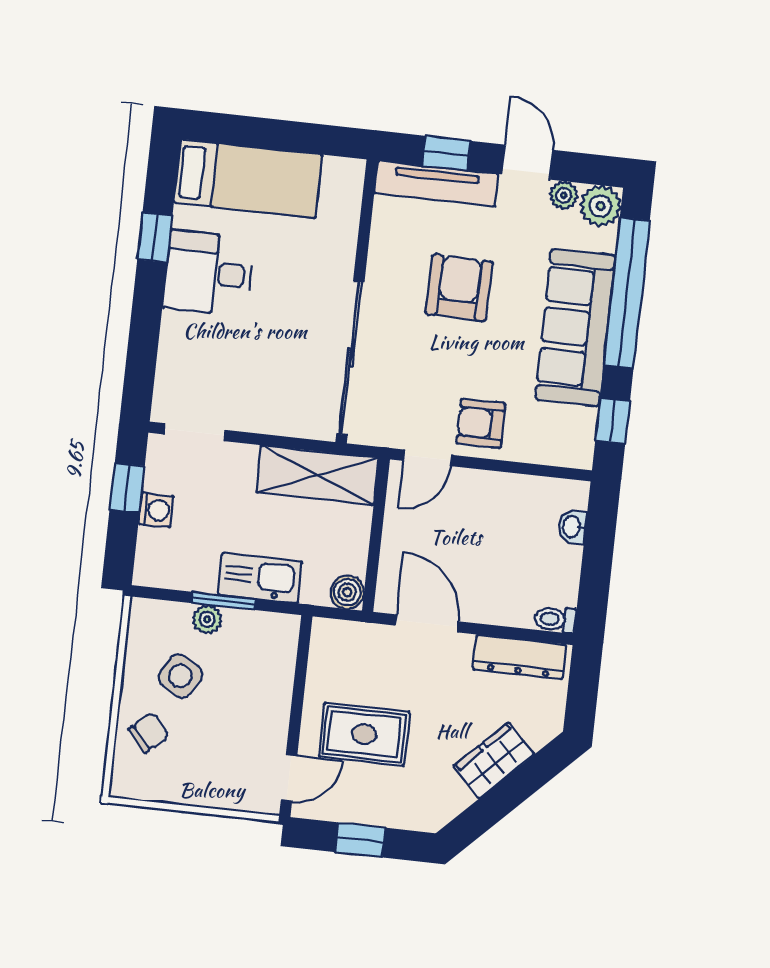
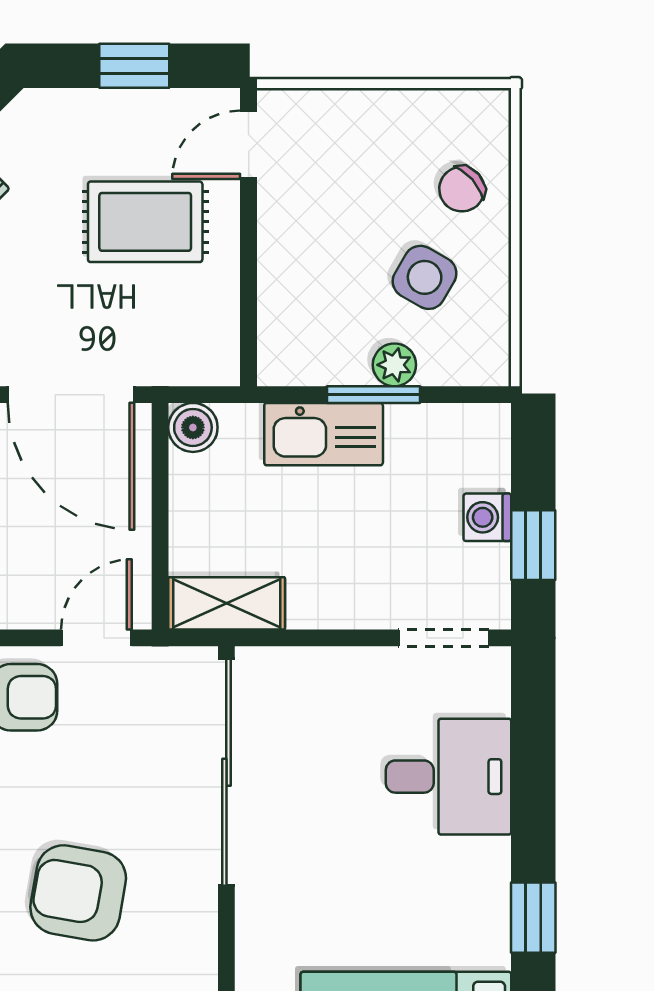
desk: (209, 273) -> (449, 777), moved
armchair: (459, 288) -> (78, 893), turned 99
shelving: (317, 475) -> (227, 603), width x0.67, depth x0.75
door: (427, 623) -> (71, 395), width x1.36

